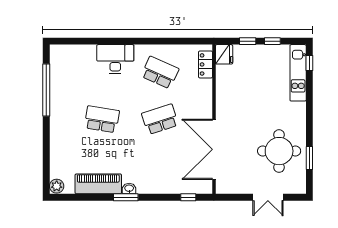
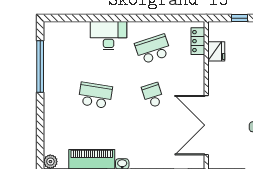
fridge: (224, 54) -> (216, 51), moved
school desk: (160, 73) -> (153, 49), turned -42
school desk: (160, 119) -> (153, 95), width x0.54

